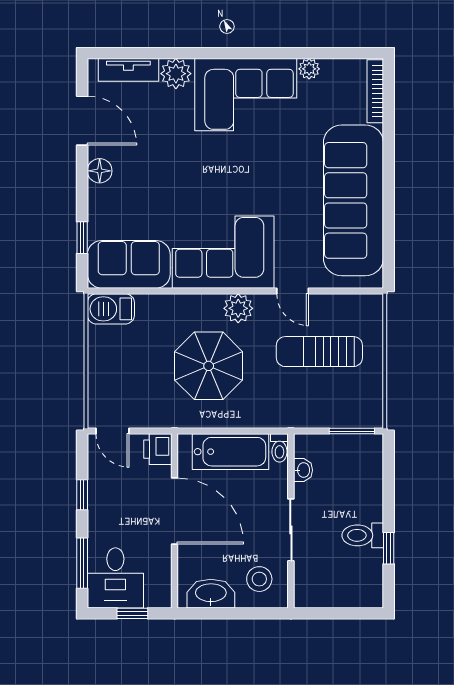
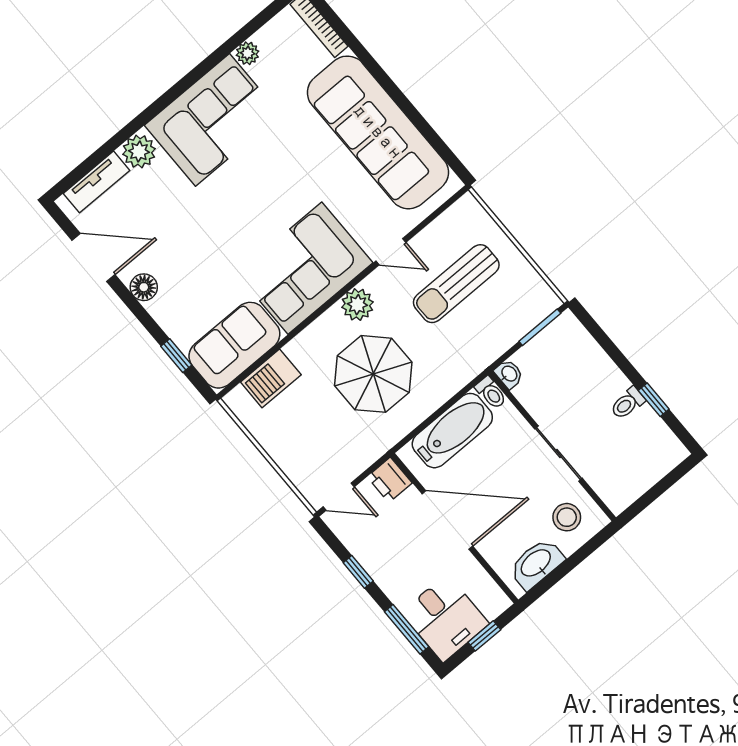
barbecue: (111, 309) -> (271, 378), moved
washbasin: (303, 470) -> (509, 374), moved
toilet: (363, 535) -> (628, 403), width x0.73, depth x0.72

